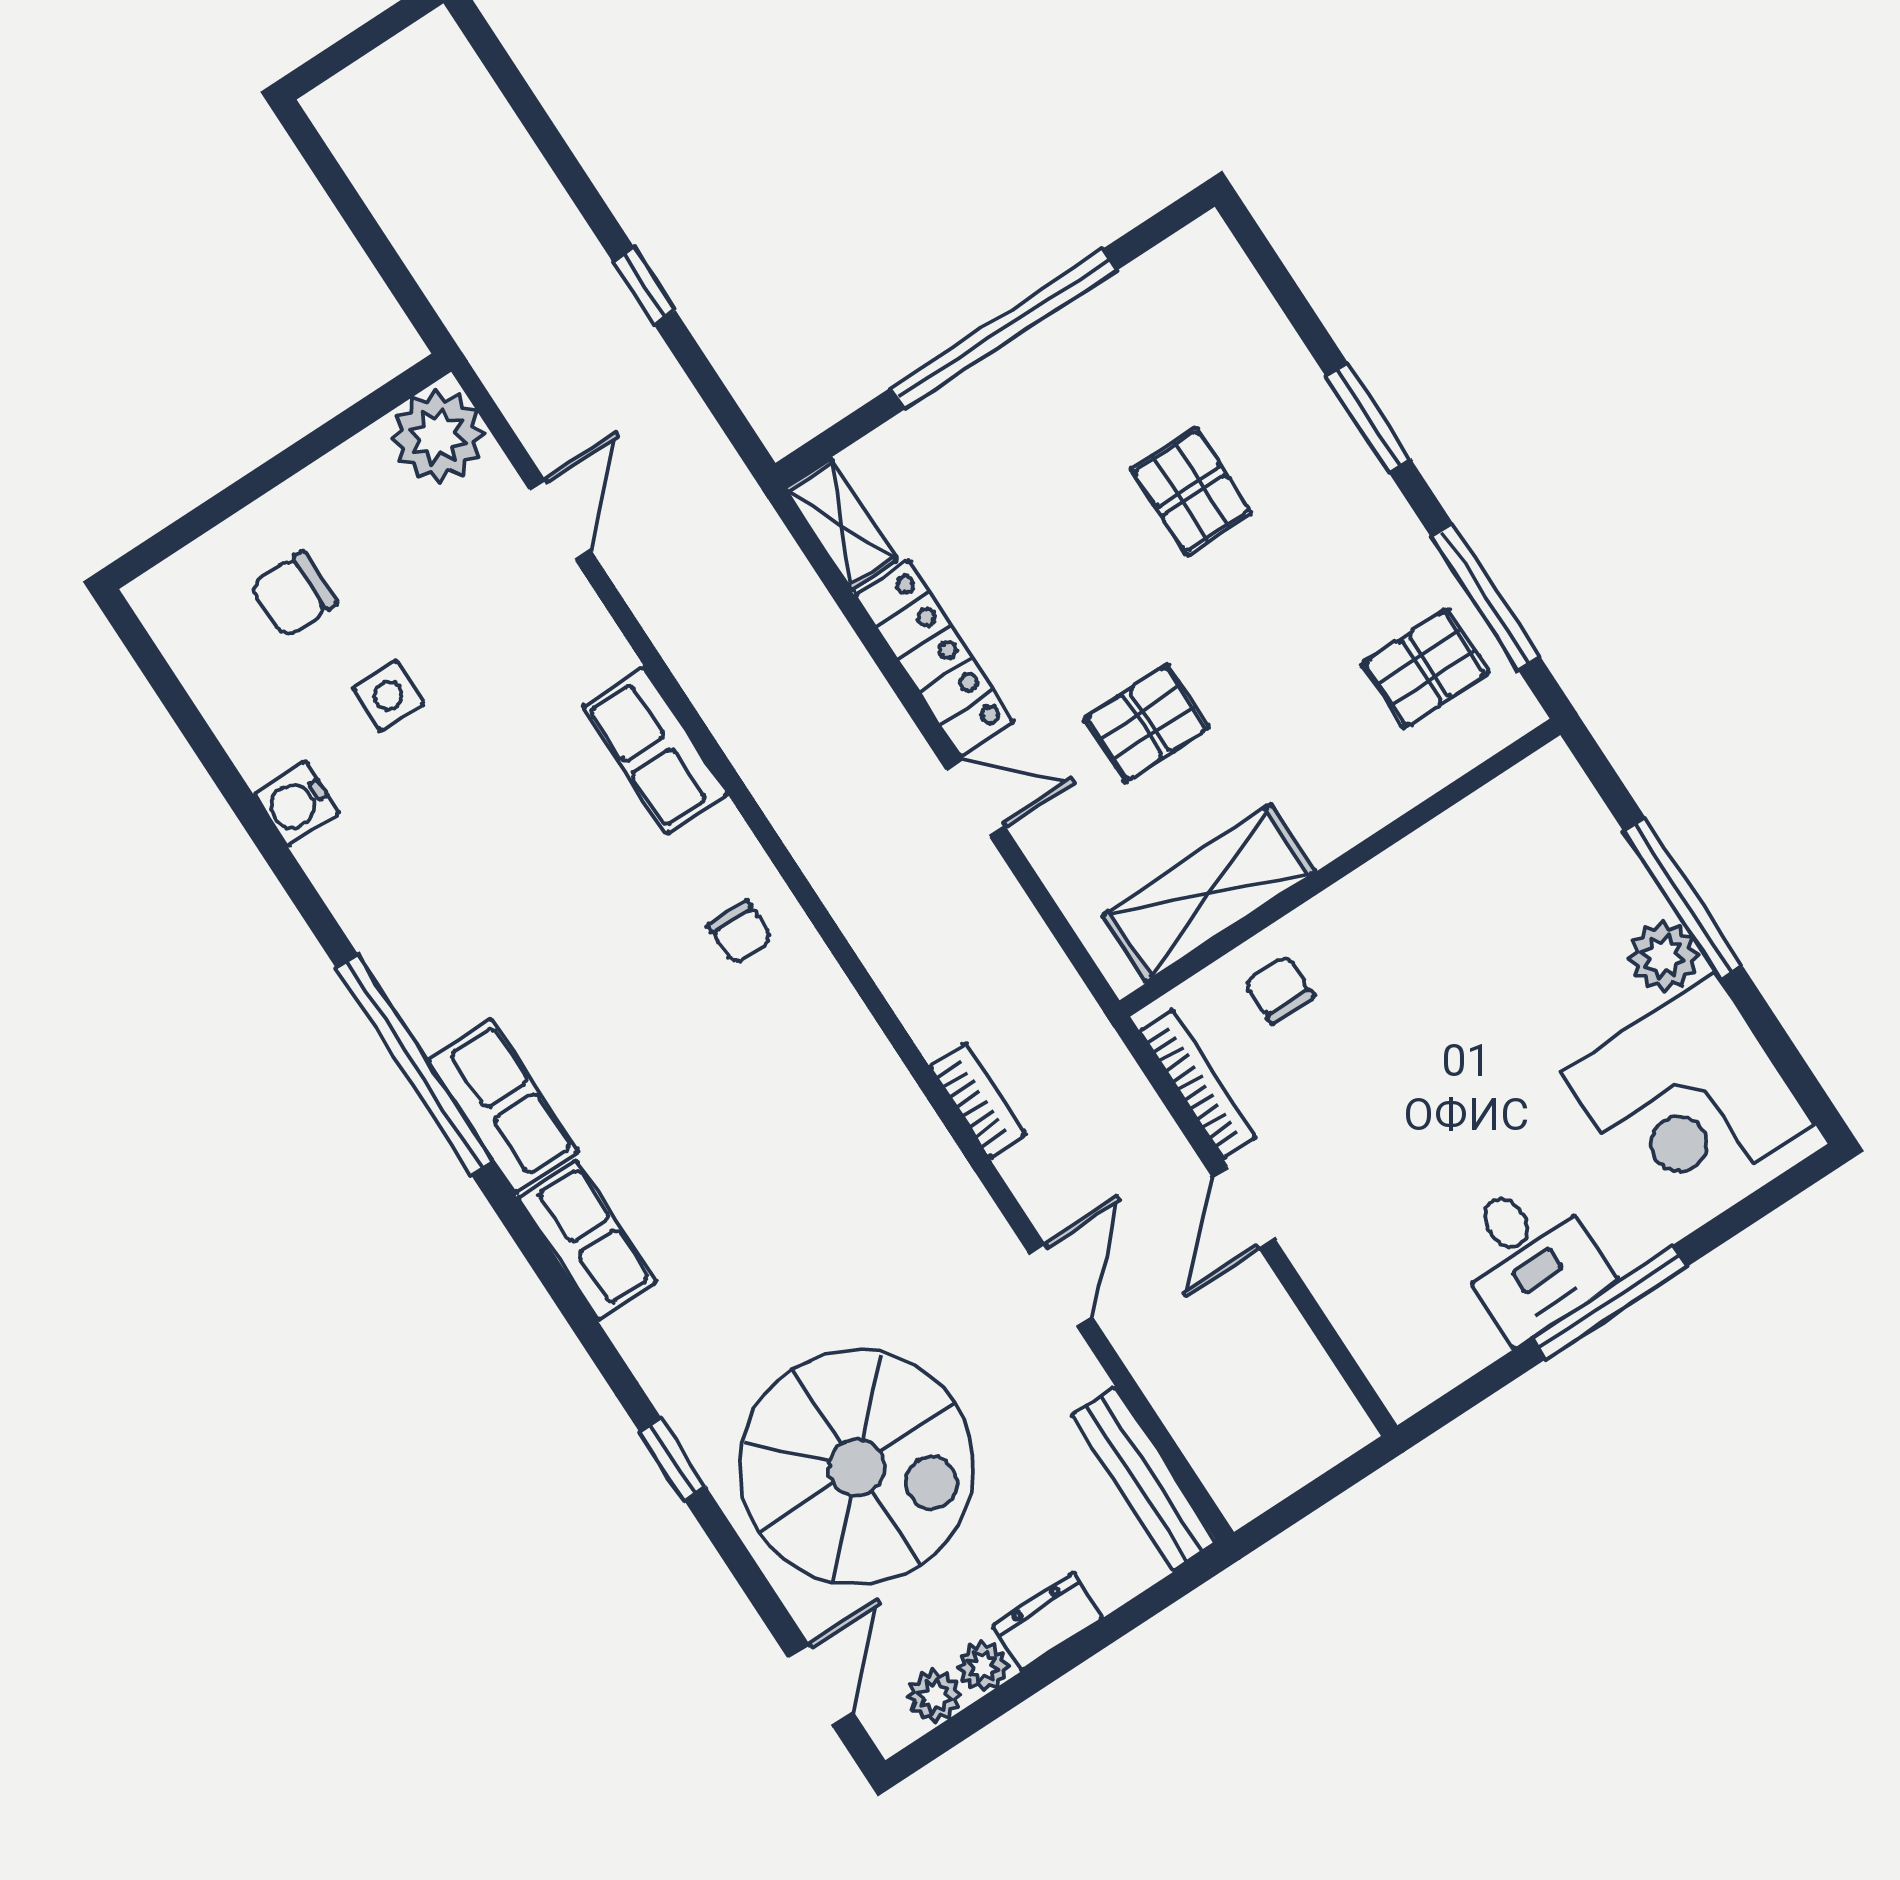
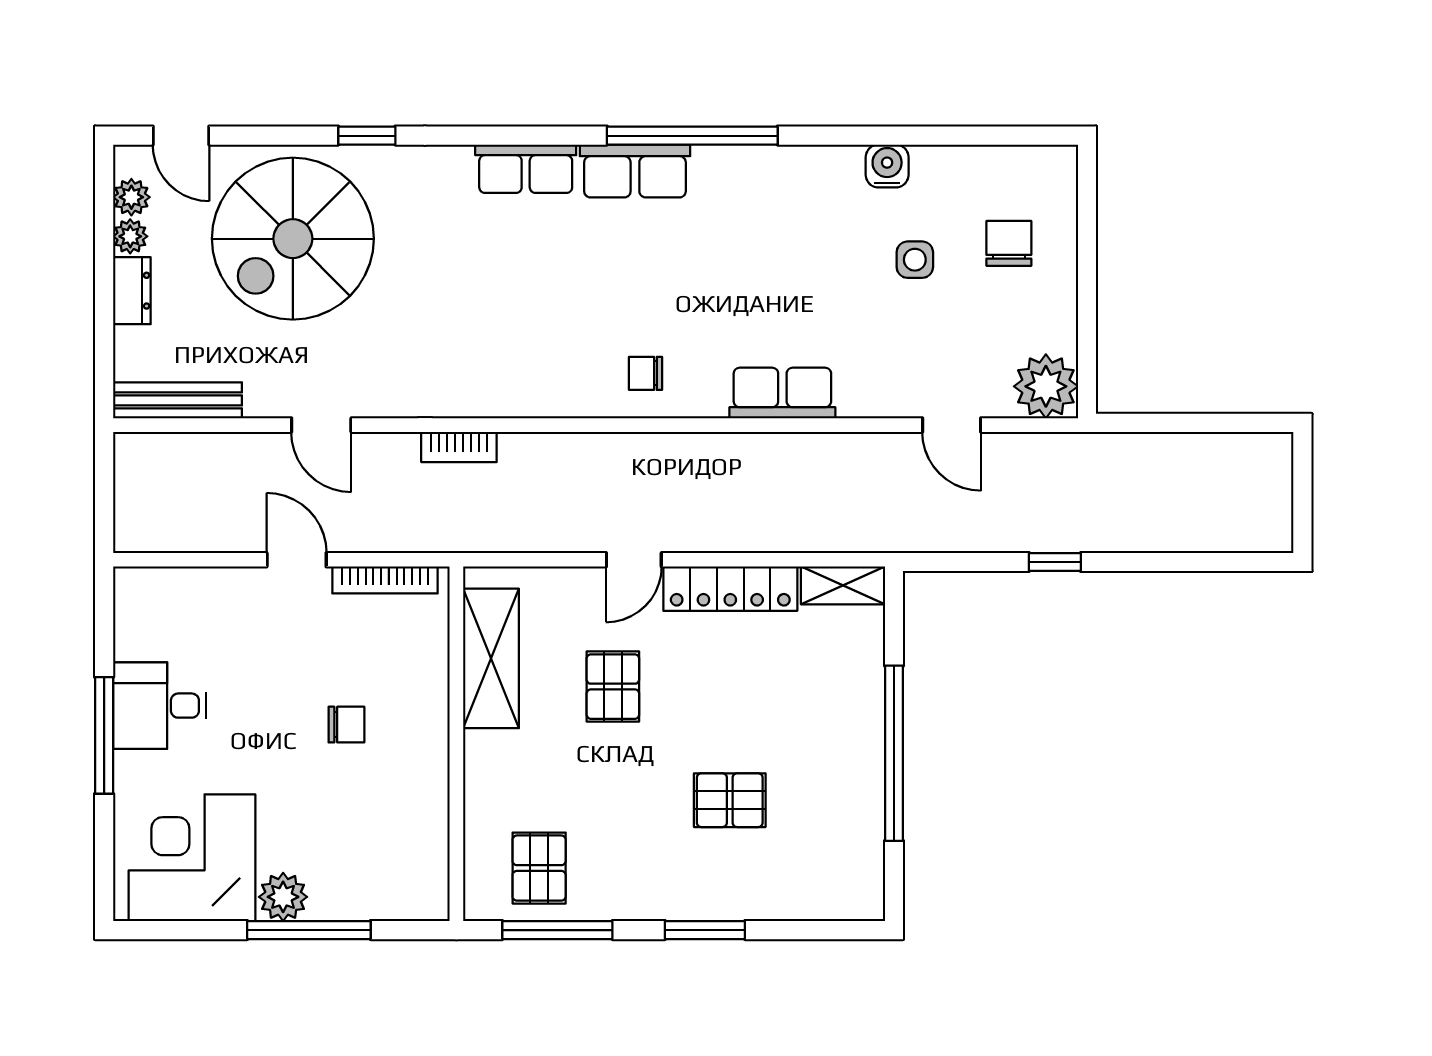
chair: (1279, 990) -> (346, 725), moved

